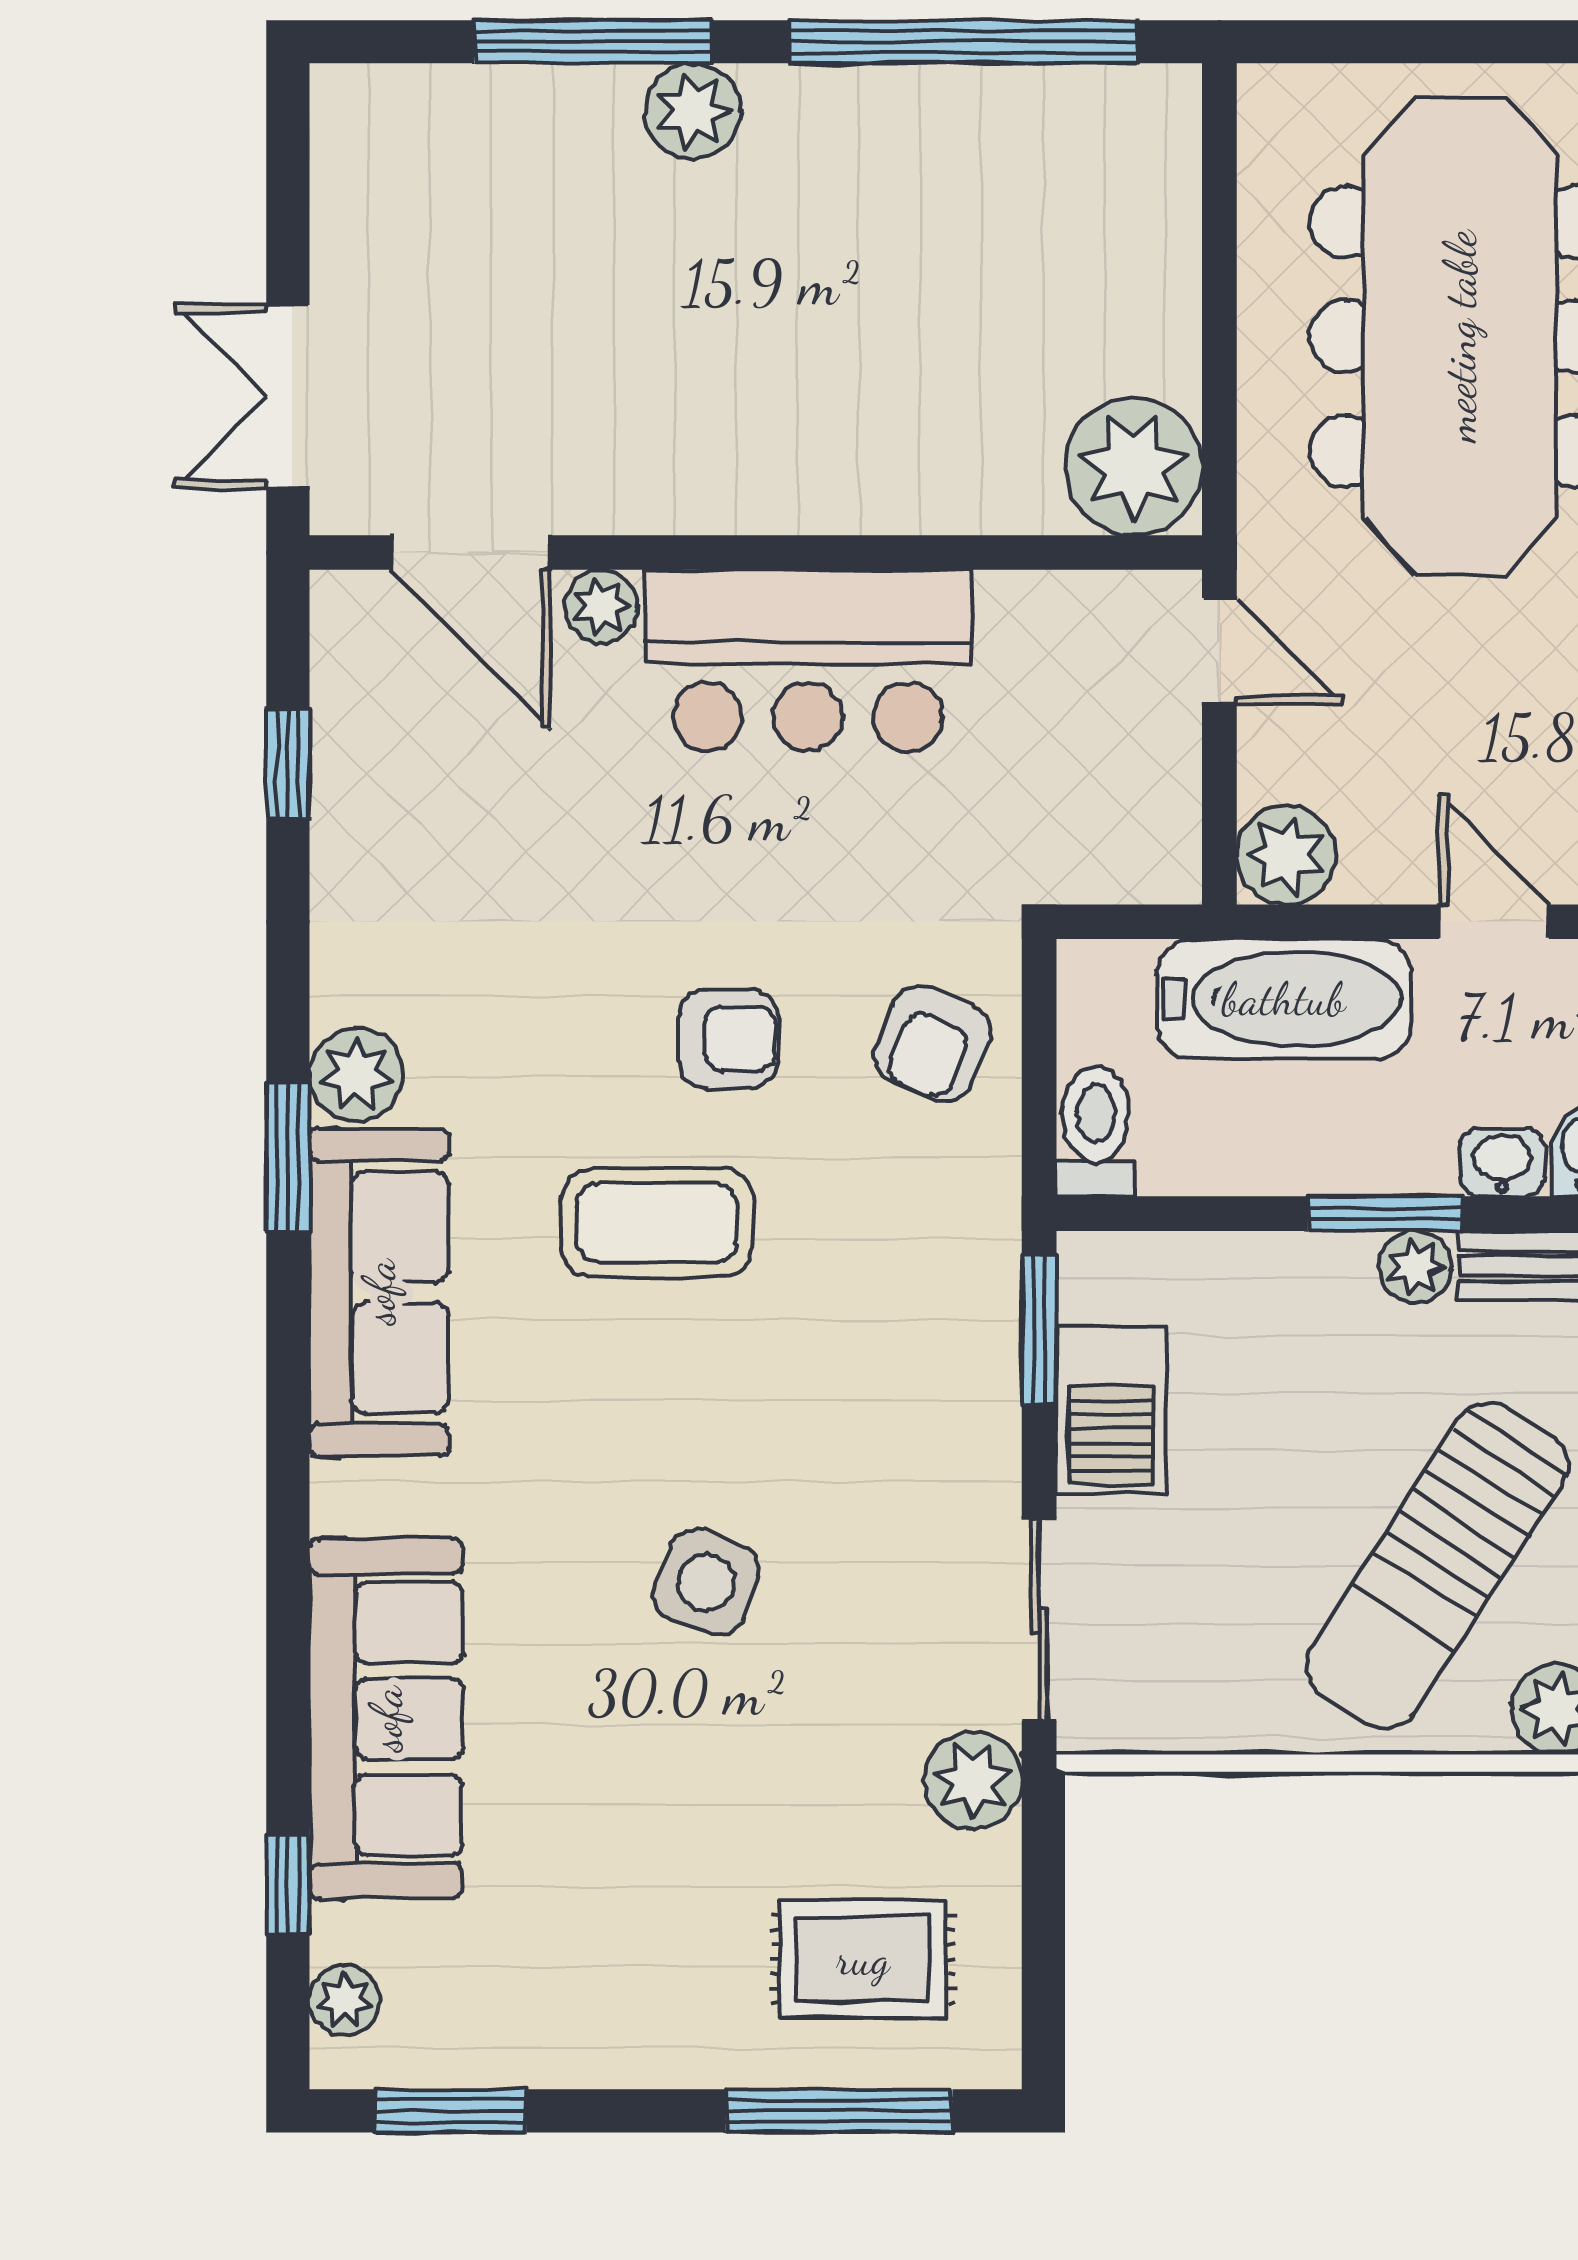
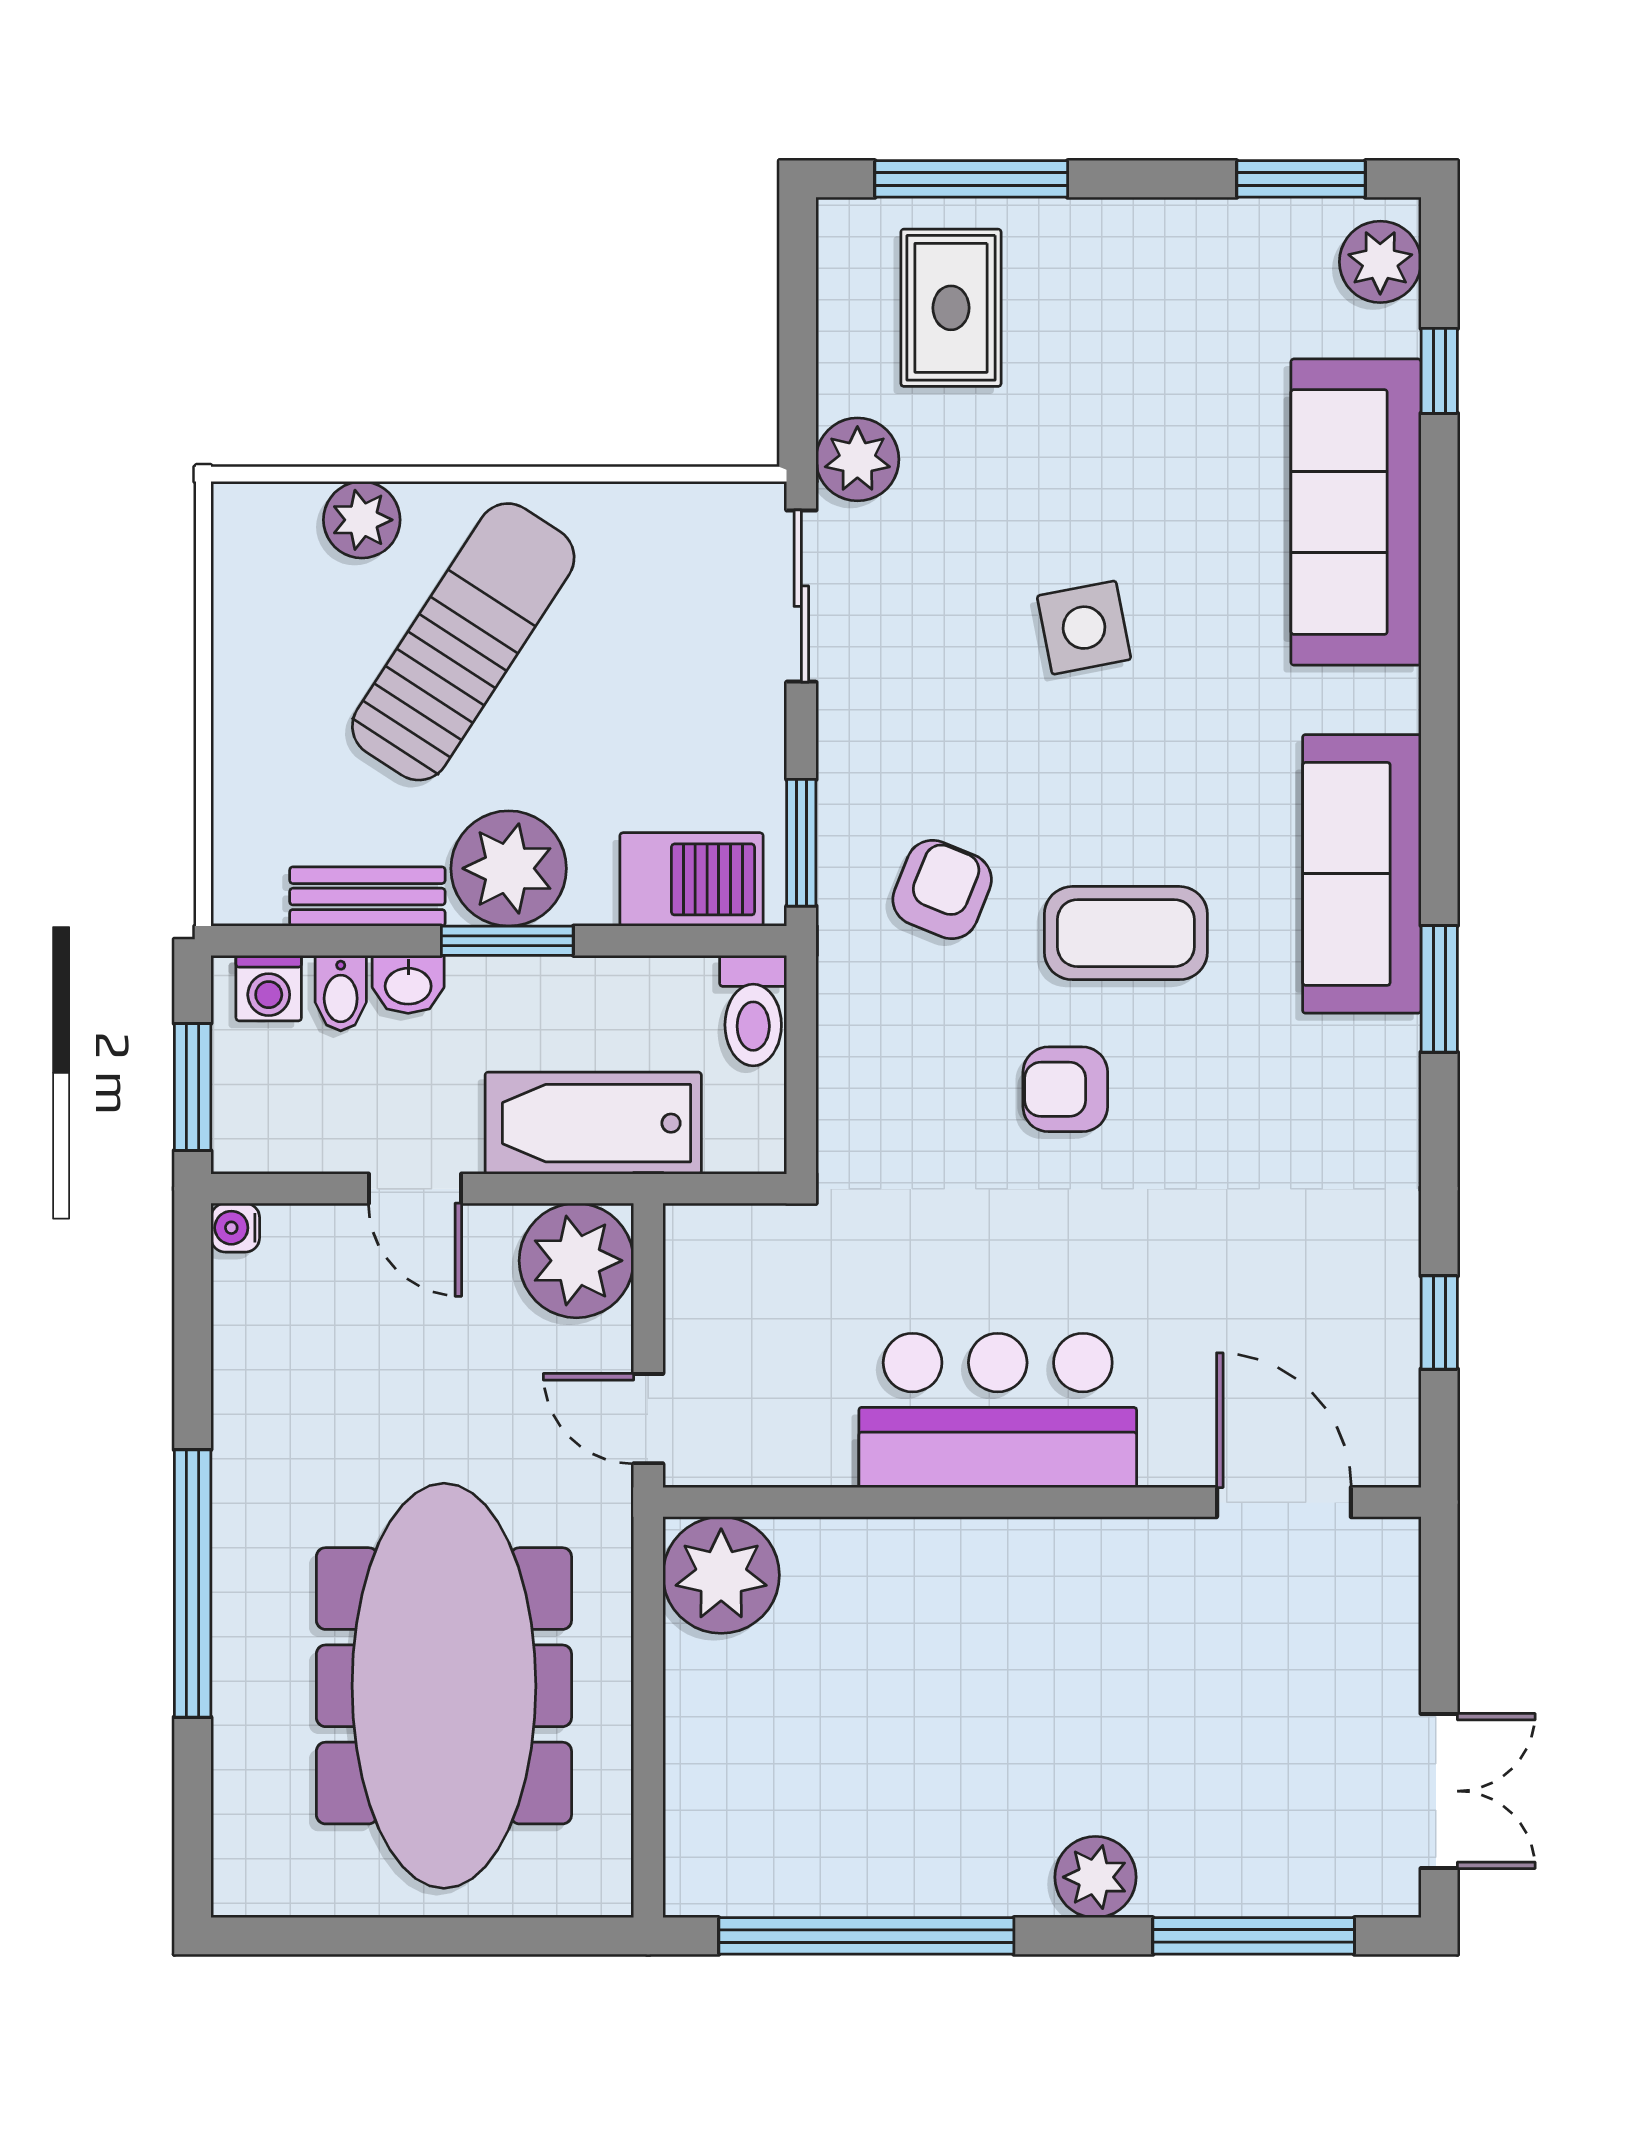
window: (593, 42) -> (1254, 1936), moved
double door: (288, 396) -> (1439, 1791), moved
plant: (601, 606) -> (1173, 1457), removed
plant: (1286, 855) -> (576, 1261), width x1.36, depth x1.36
armchair: (932, 1044) -> (942, 890), moved
plant: (356, 1075) -> (1381, 1059), removed
plant: (1416, 1267) -> (509, 868), width x1.87, depth x1.87
barbecue: (1111, 1410) -> (691, 879), moved, turned 90
side table: (706, 1582) -> (1084, 628), turned -32
rug: (863, 1959) -> (951, 308), turned 90
plant: (344, 2000) -> (1380, 262), width x1.38, depth x1.38

